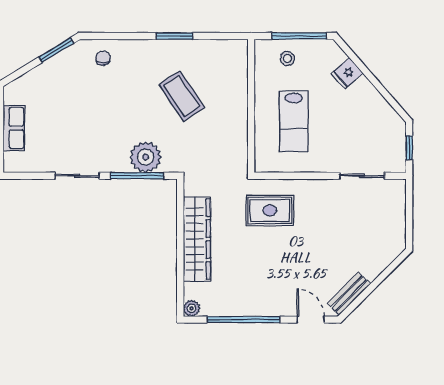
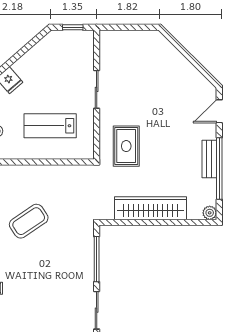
lab bench: (294, 121) -> (50, 126), turned 180
plant: (146, 157) -> (81, 252), removed
sliding door: (362, 176) -> (97, 89), moved
bench: (349, 294) -> (209, 159), moved, turned 45

